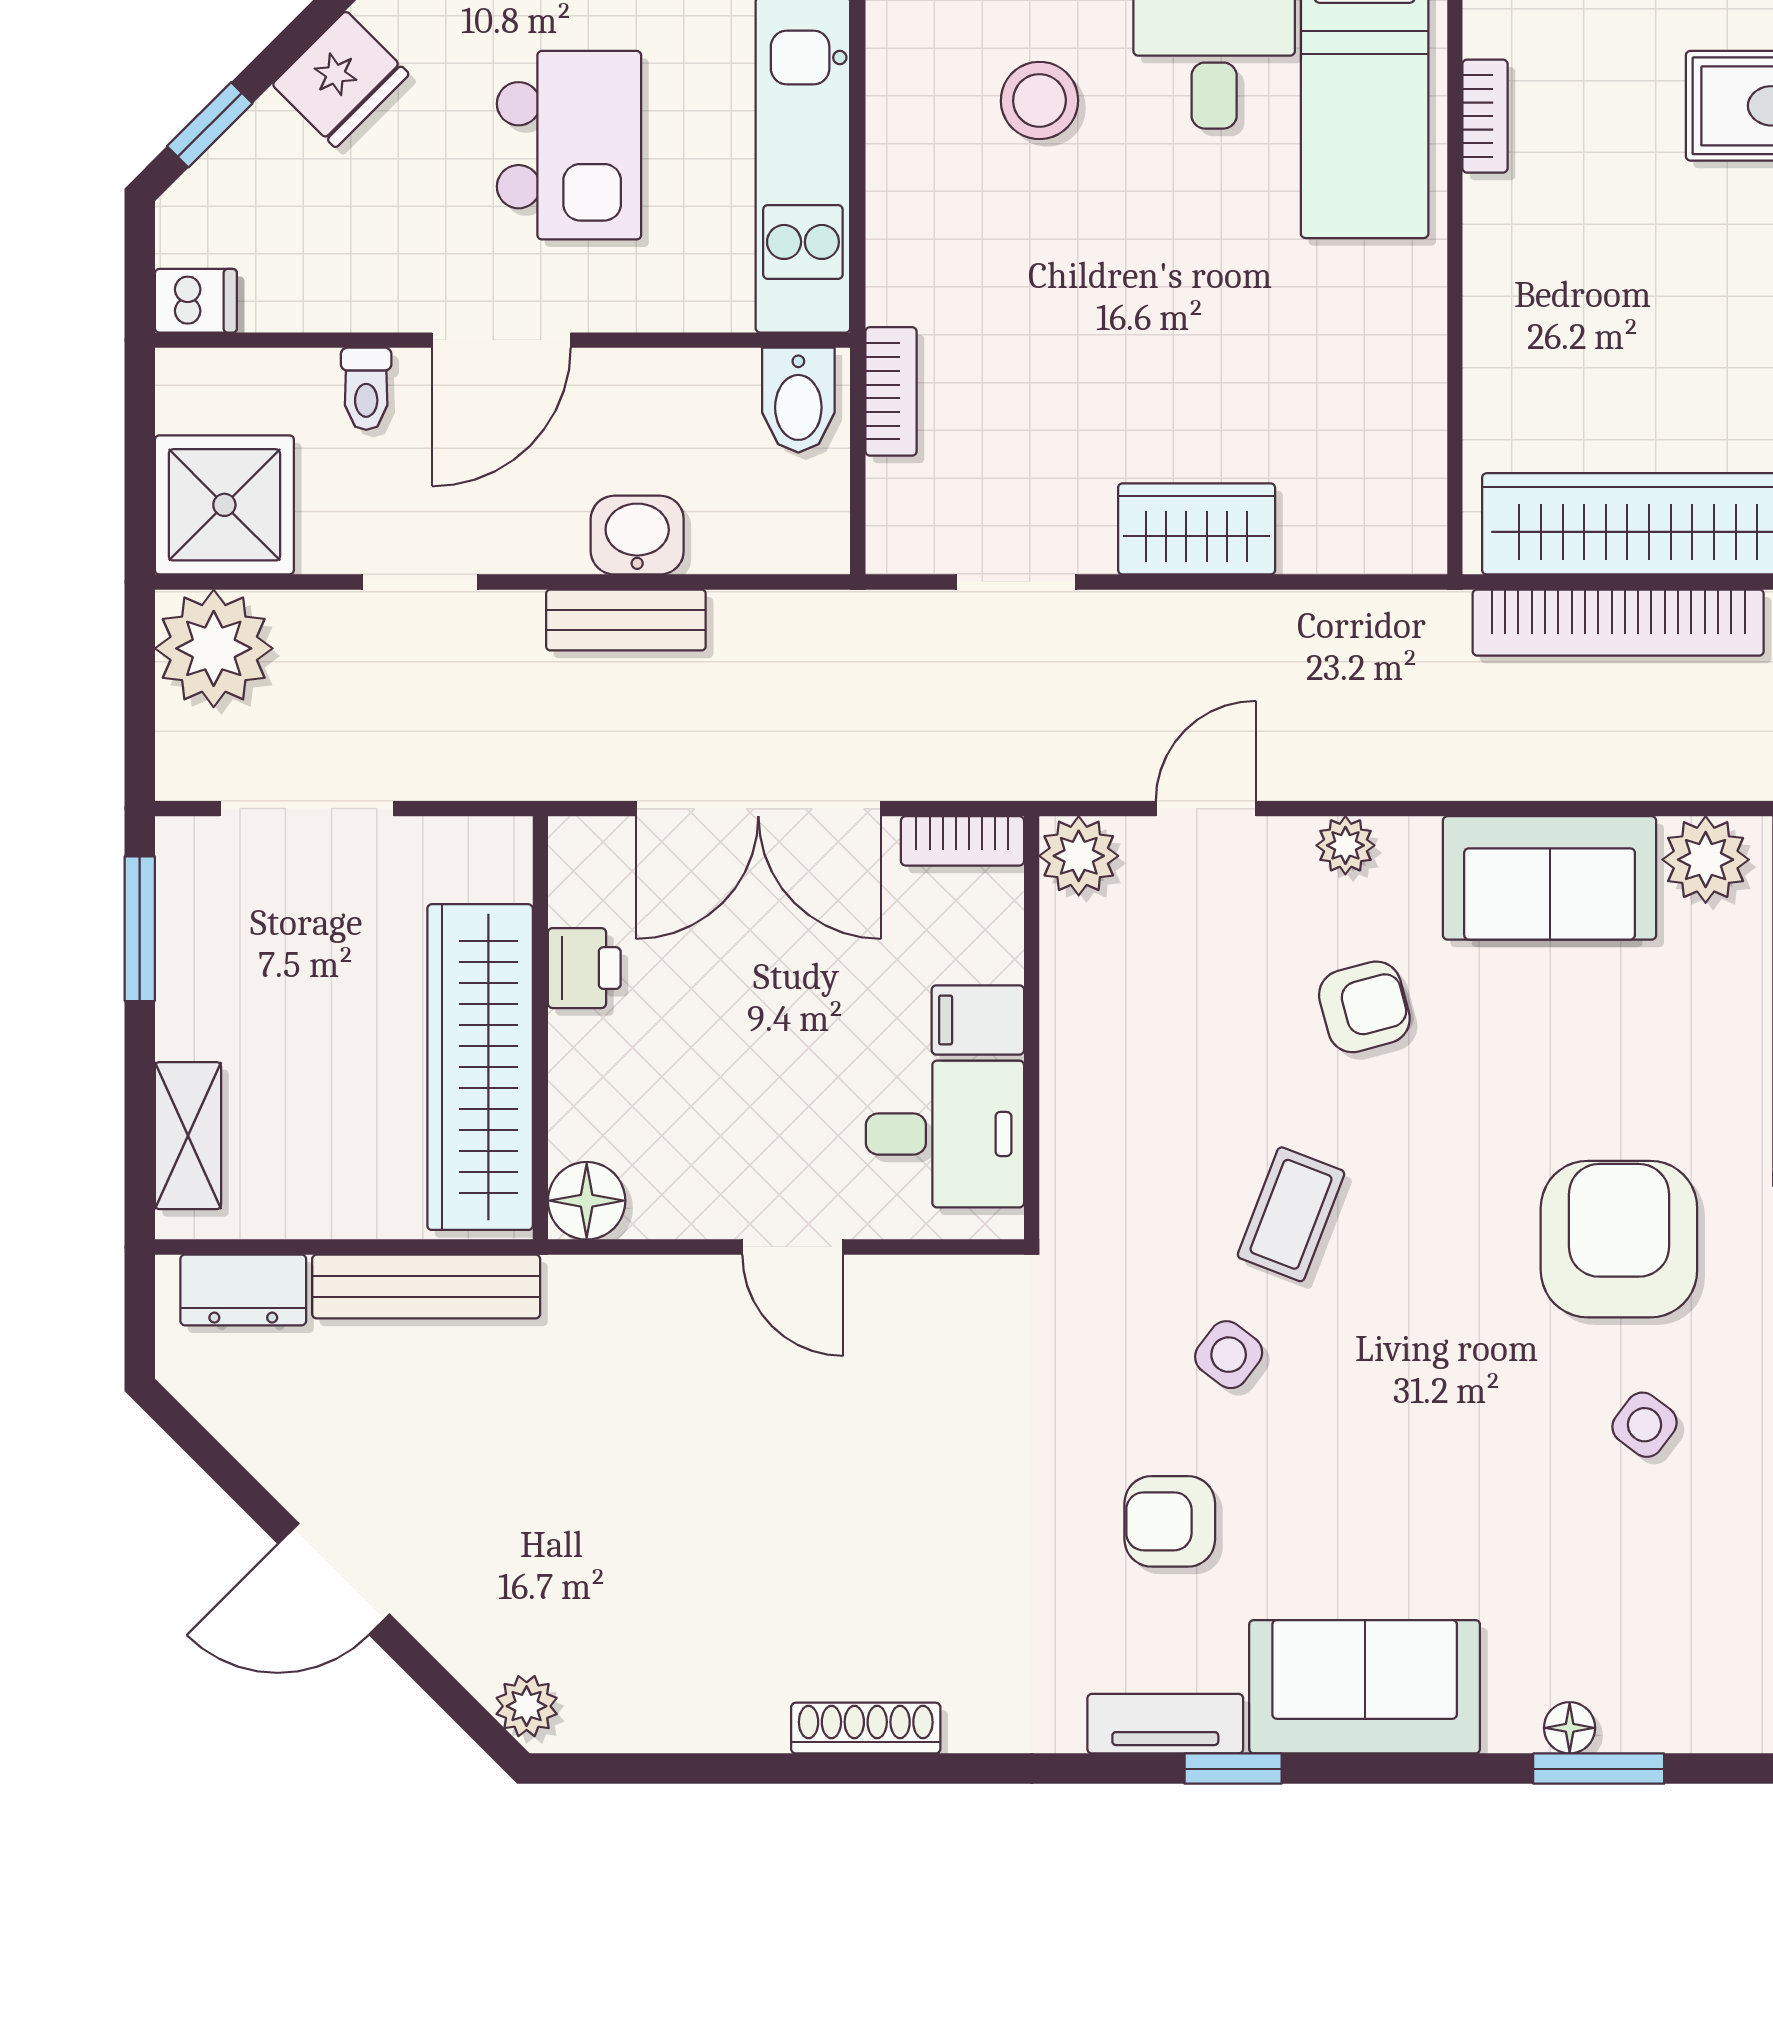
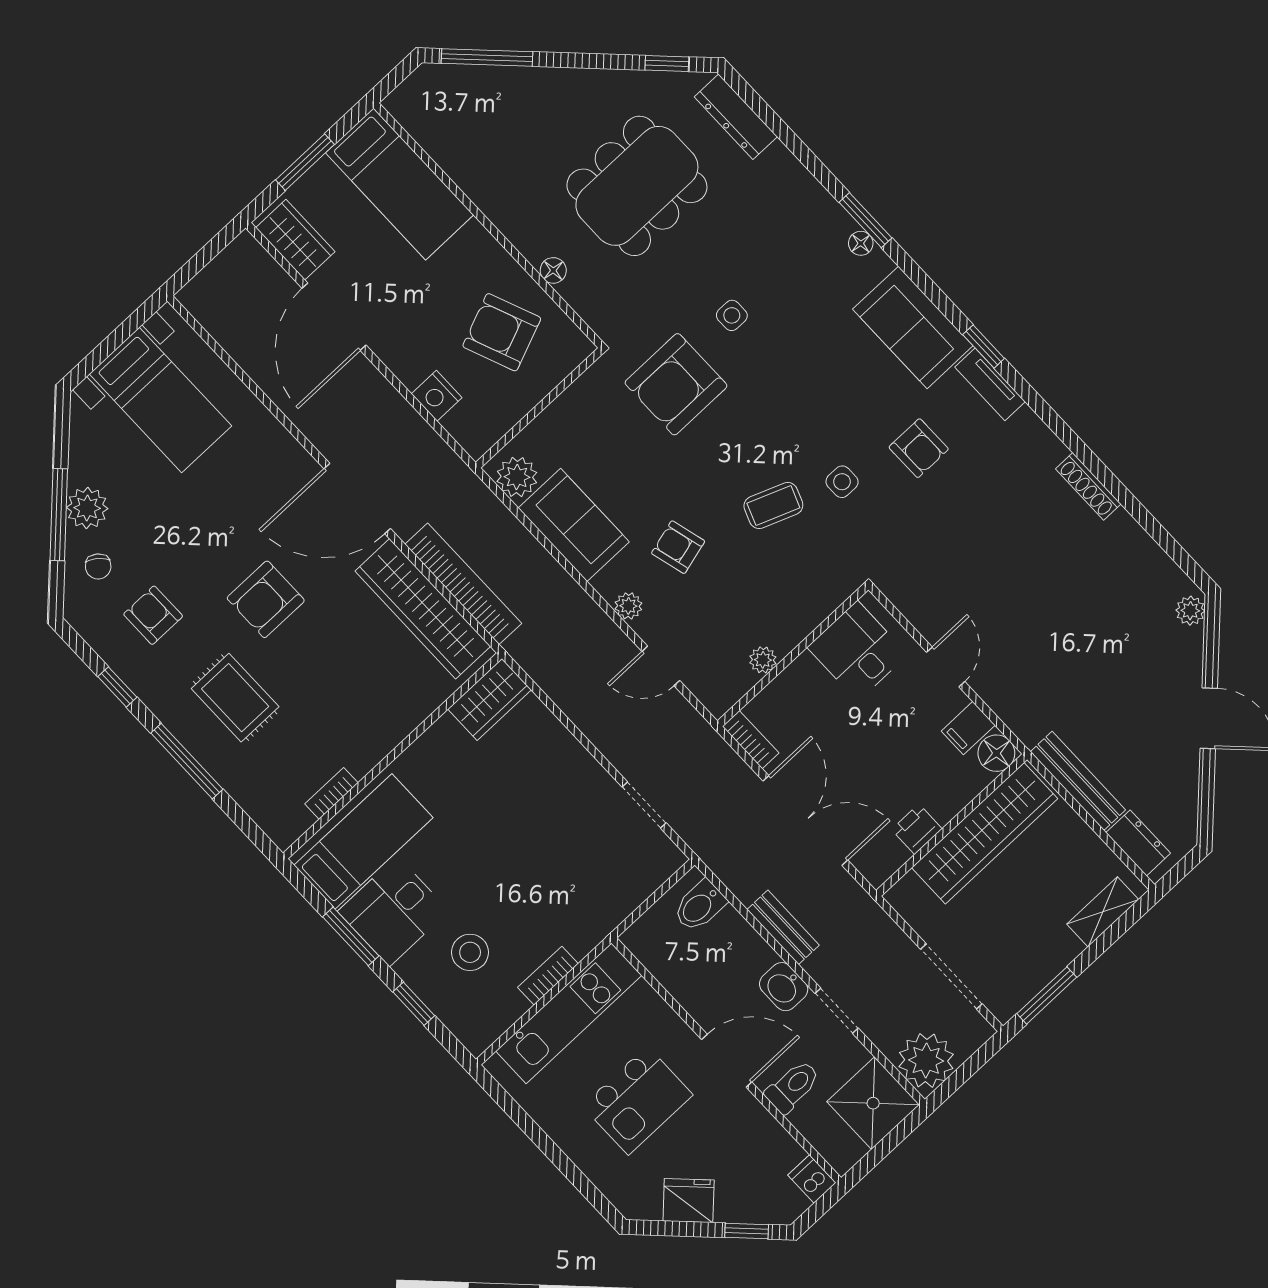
kitchen island: (569, 145) -> (638, 1100), turned 180
toilet: (366, 389) -> (793, 1087), width x1.37, depth x1.39
bookcase: (891, 391) -> (548, 976), moved
bidet: (798, 400) -> (700, 906), moved, turned 180
wardrobe: (1197, 529) -> (490, 699), moved, turned -90
washbasin: (637, 535) -> (784, 987), moved
plant: (1079, 856) -> (763, 660), moved, width x0.73, depth x0.73
filing cabinet: (978, 1020) -> (968, 728), moved, turned 90
side table: (1229, 1355) -> (842, 482), turned -37
side table: (1645, 1425) -> (732, 315), turned -37

